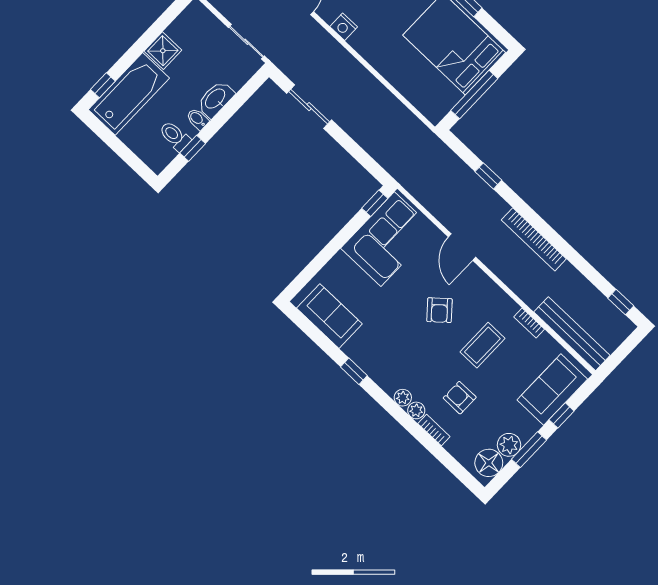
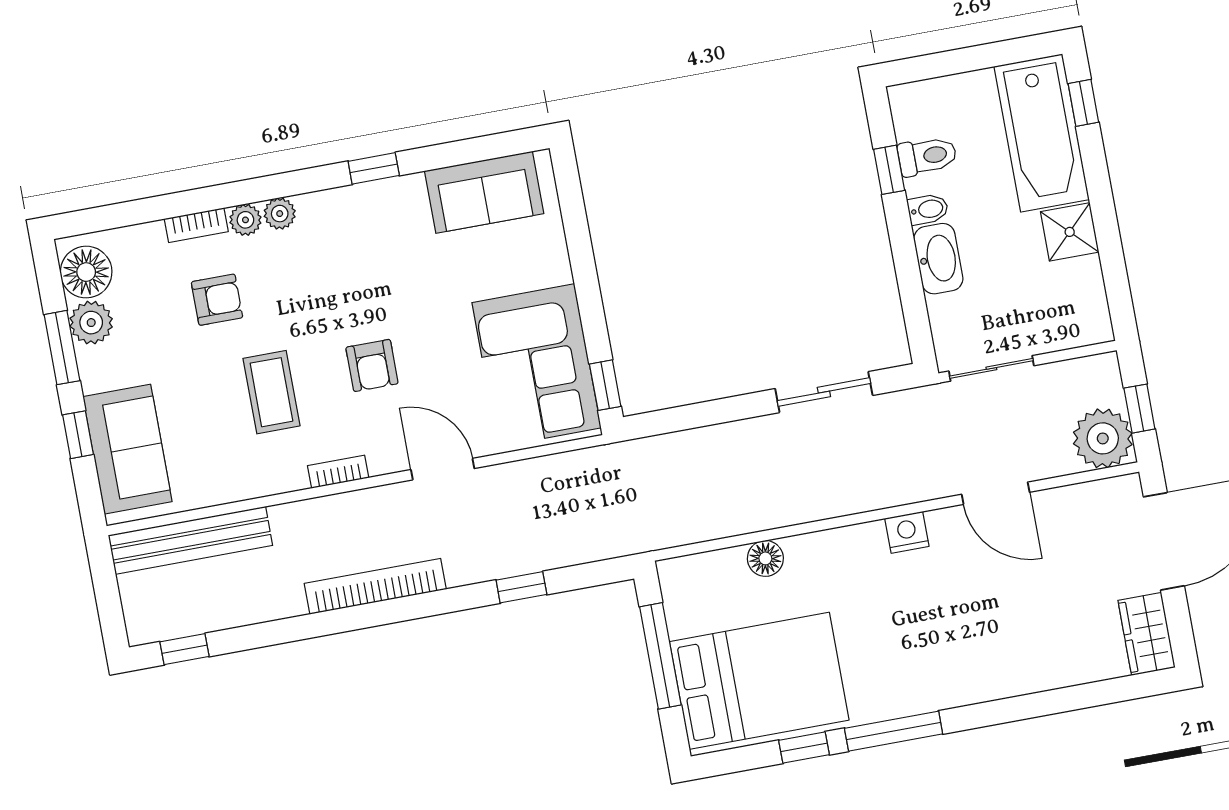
floor lamp: (399, 80) -> (765, 558), added
armchair: (439, 310) -> (372, 365), turned -139
bookcase: (529, 323) -> (338, 472), moved

